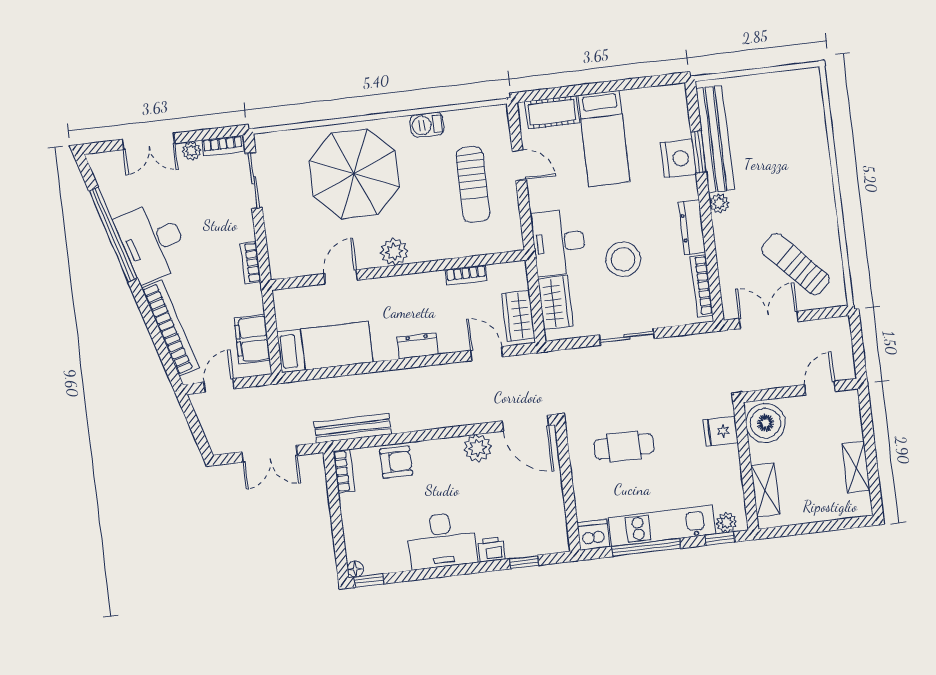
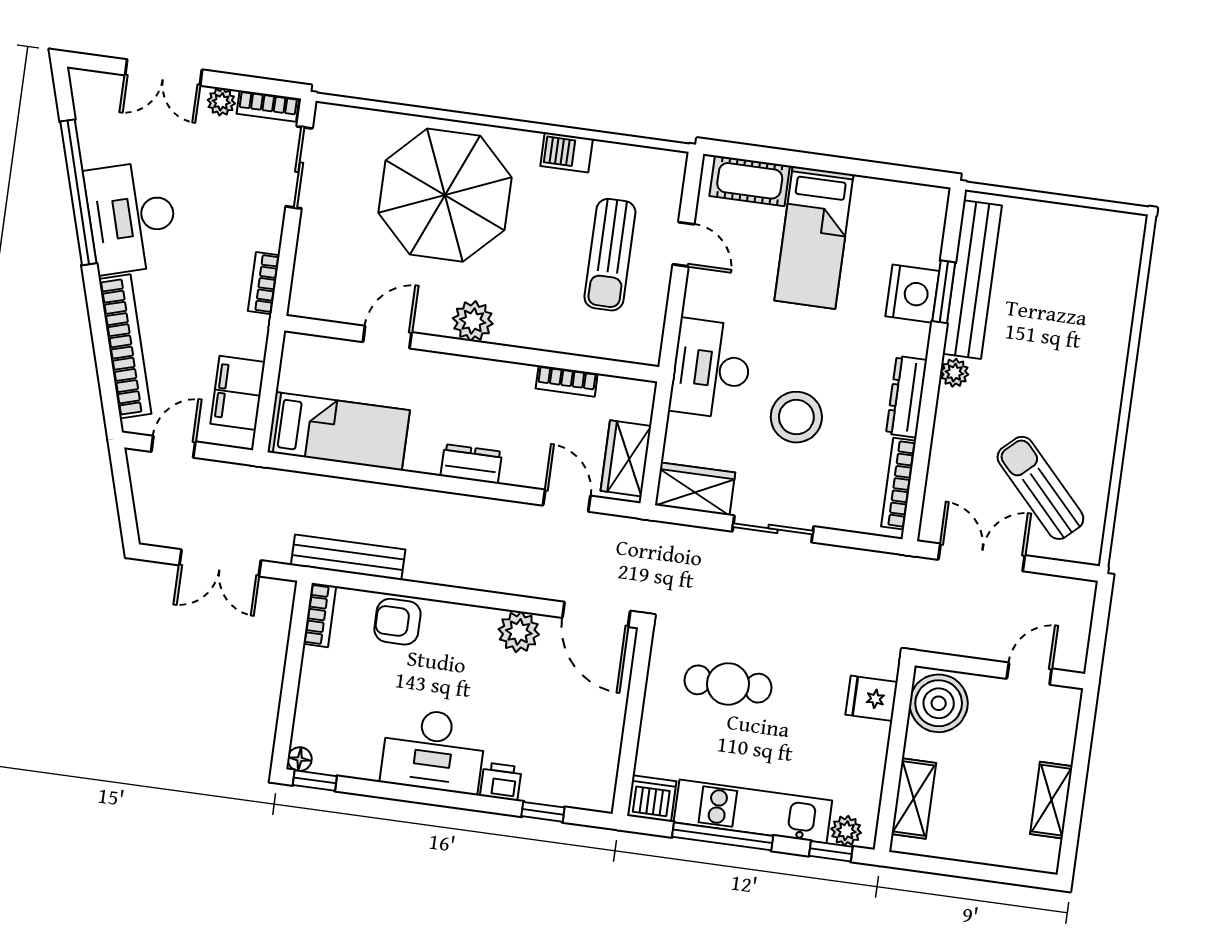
wardrobe: (556, 303) -> (695, 489), moved, turned -90
armchair: (396, 462) -> (397, 622), turned 180

